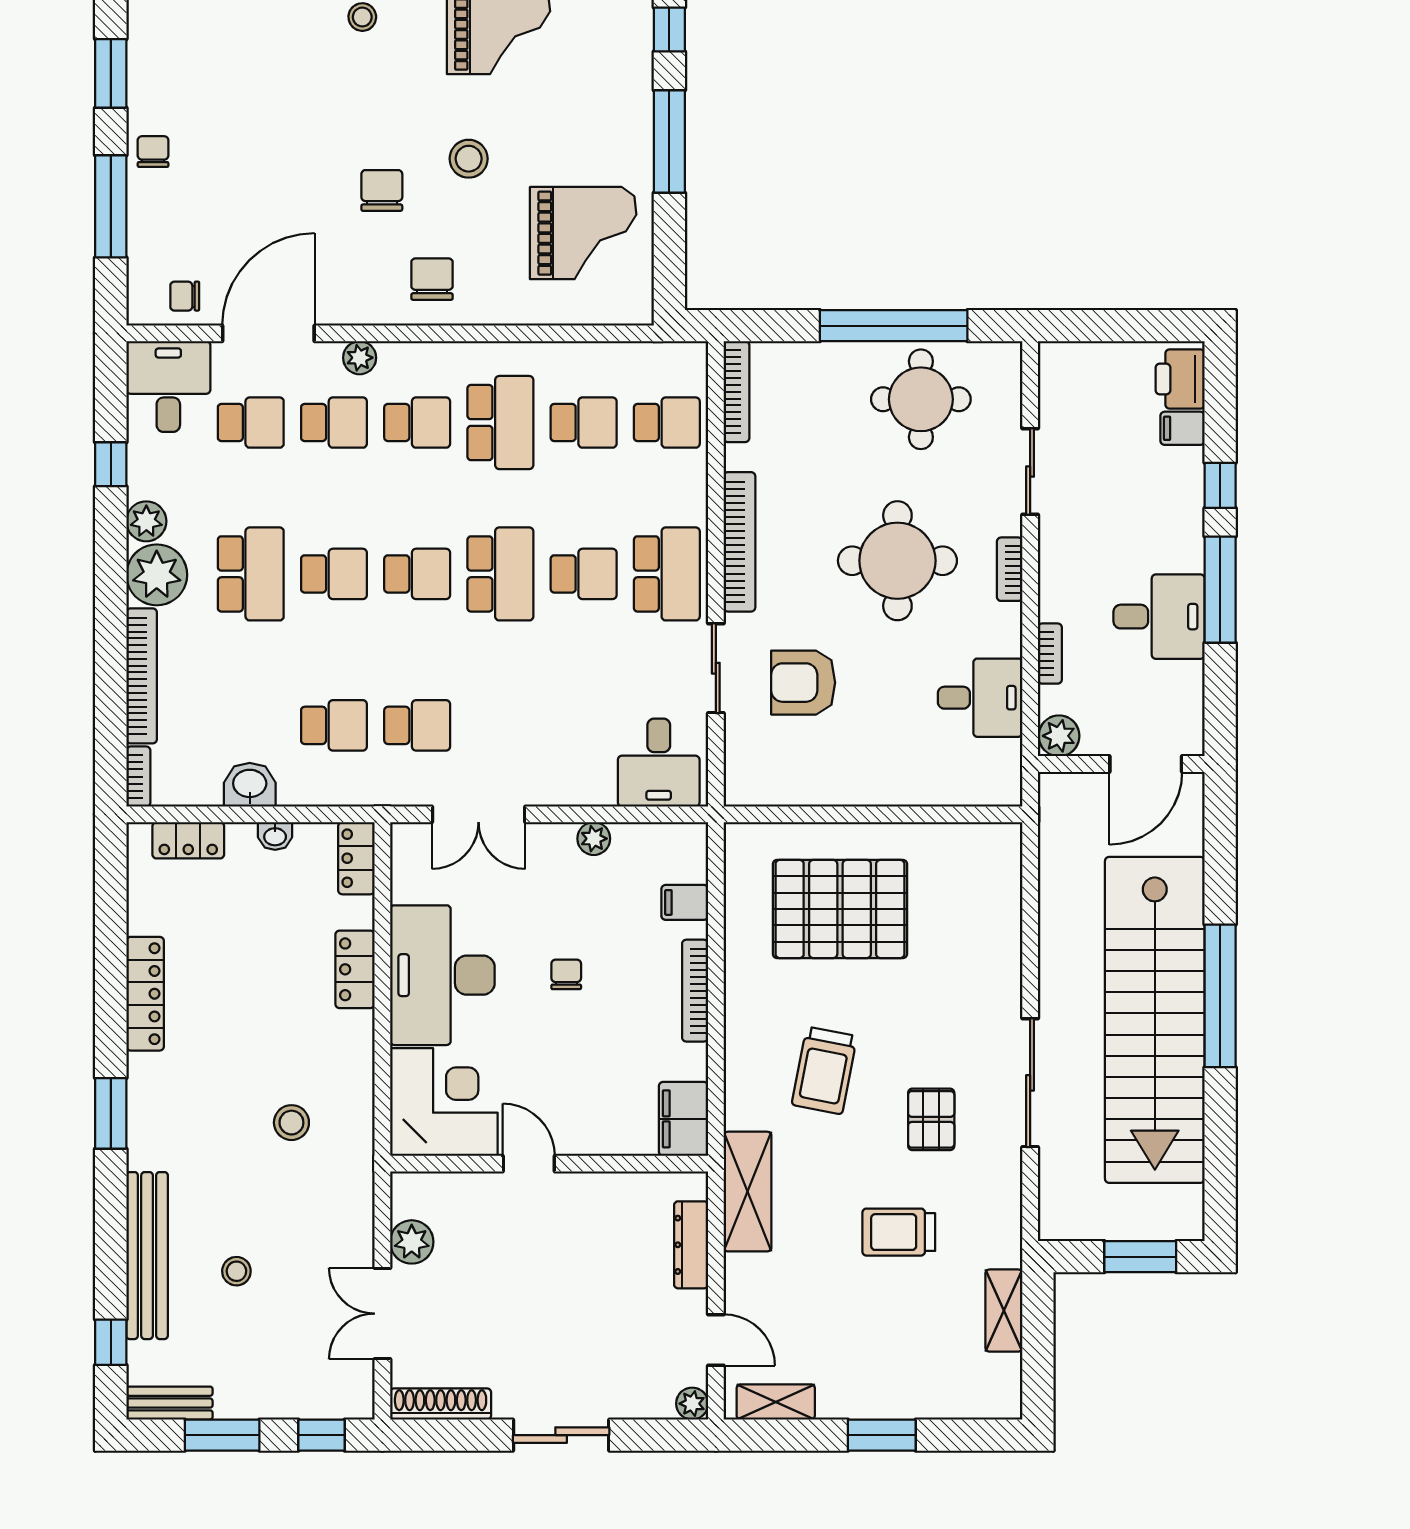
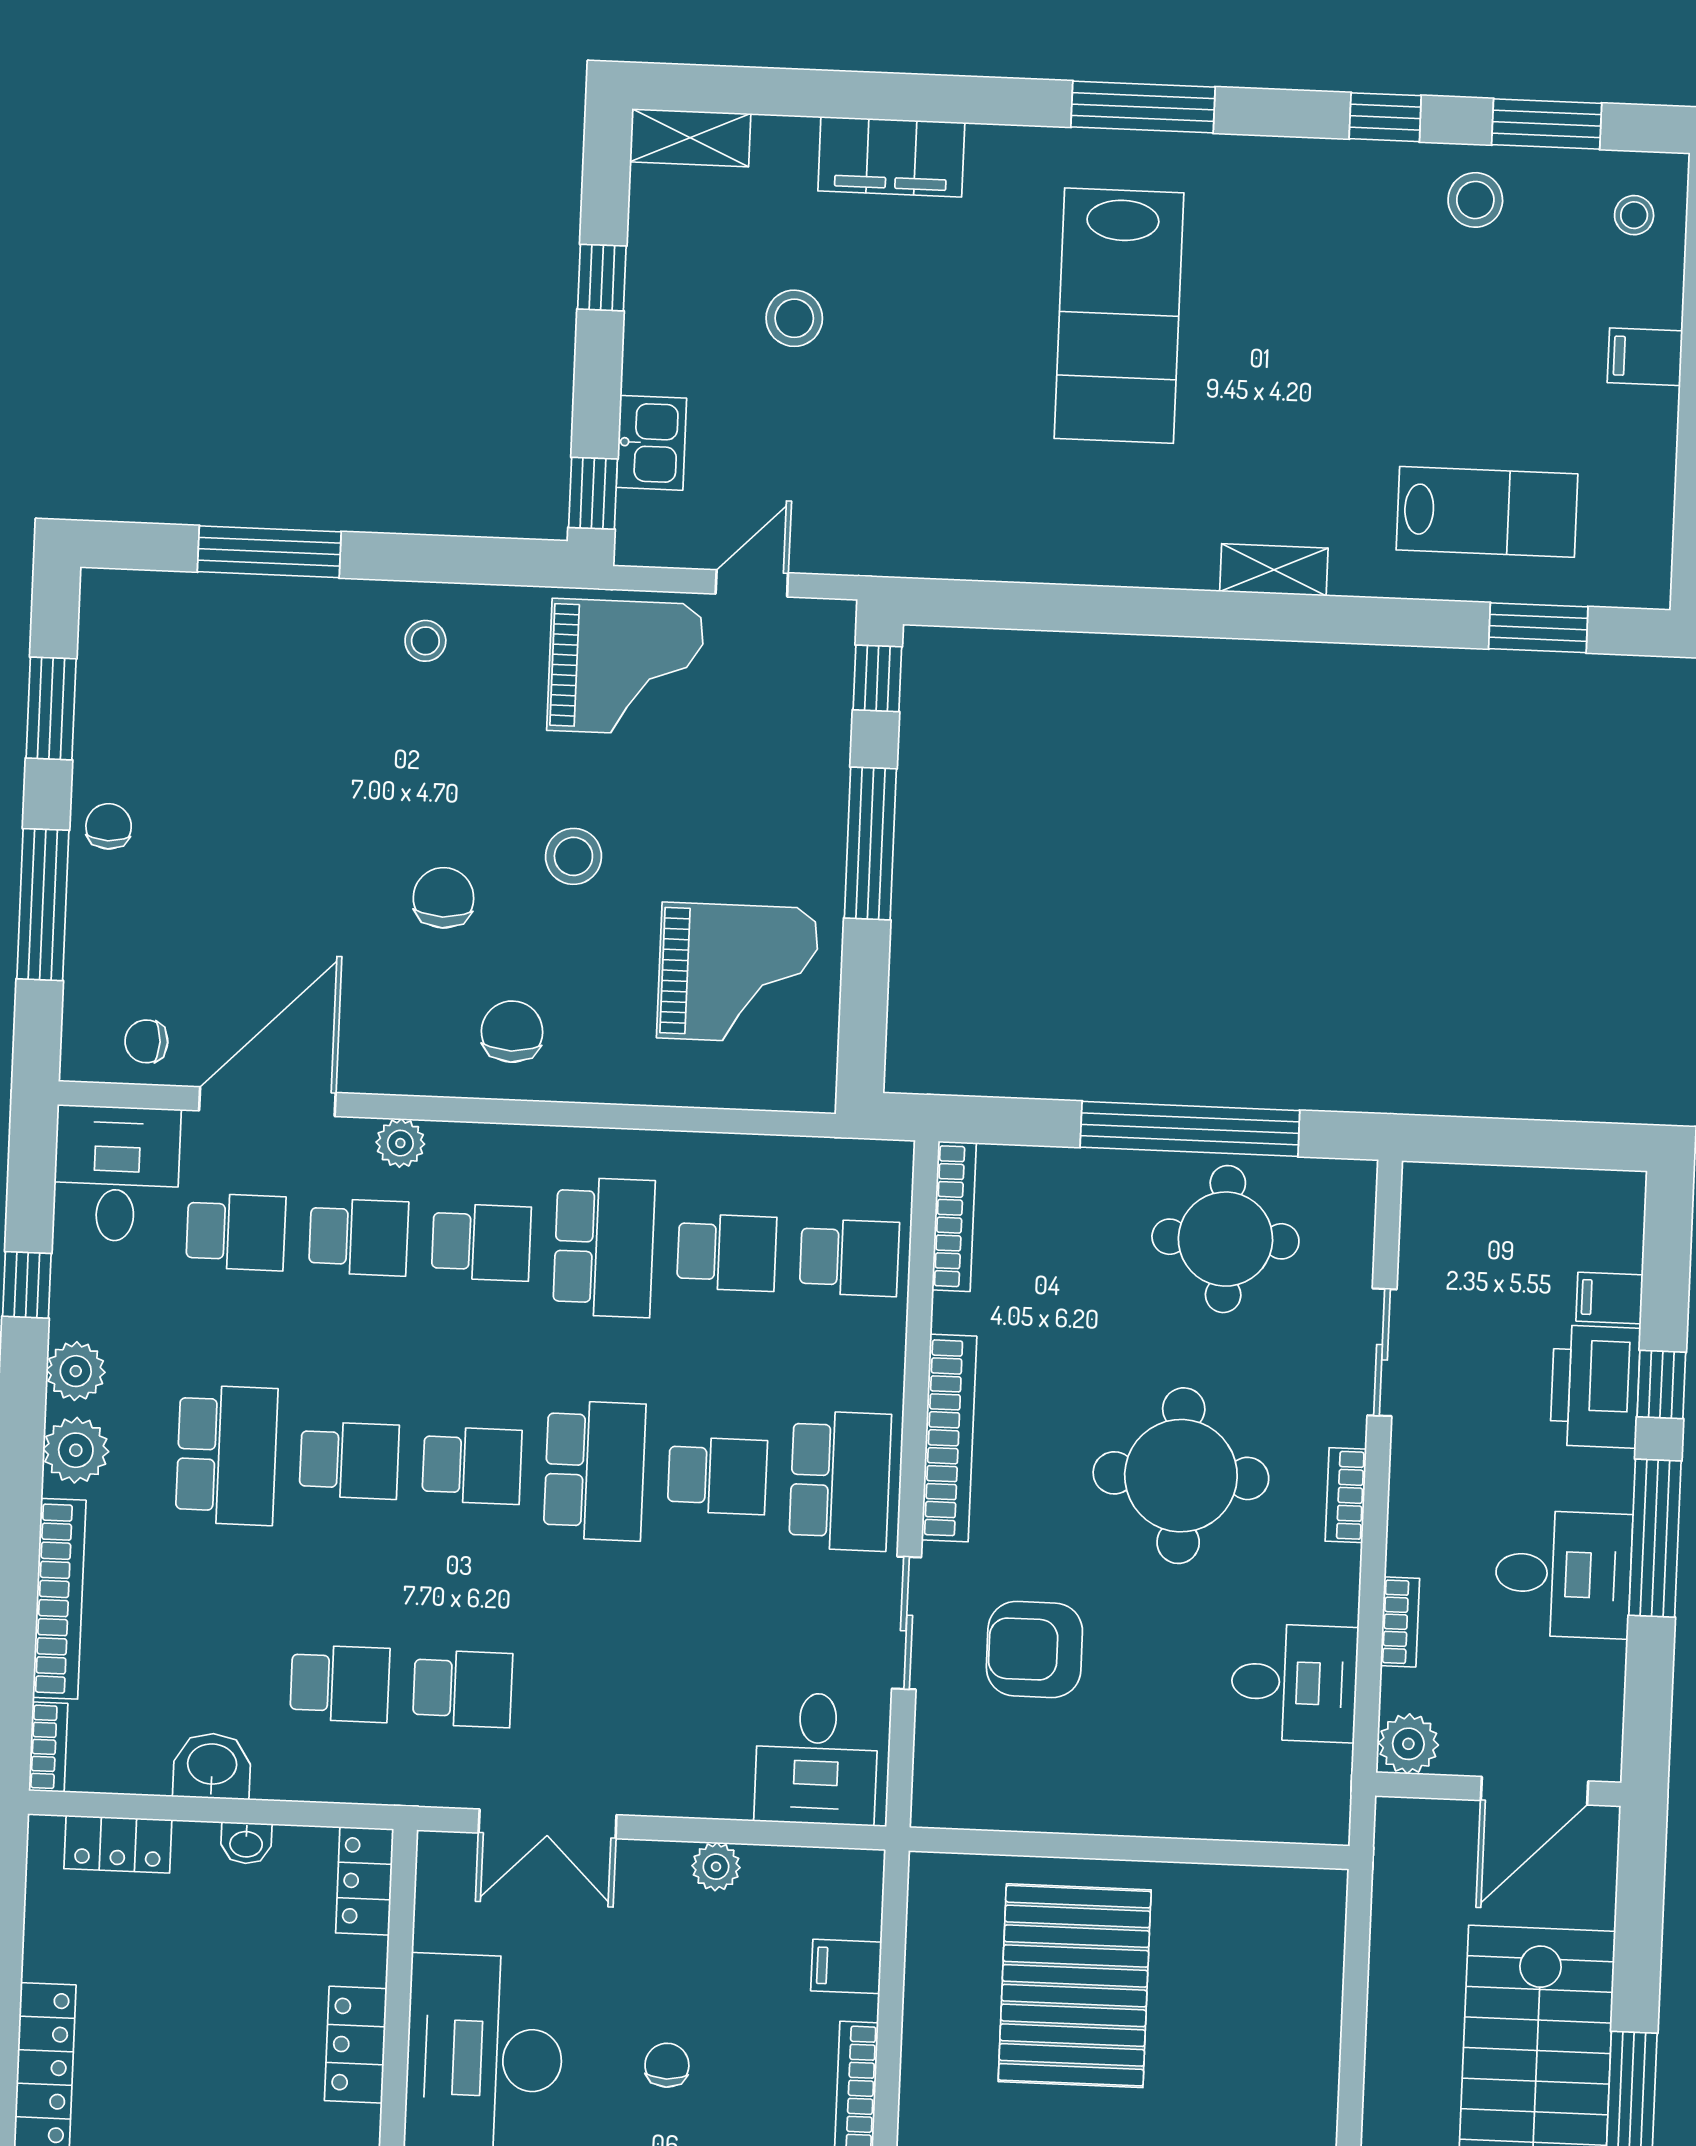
printer: (1180, 379) -> (1595, 1387), moved, width x1.37, depth x1.19
plant: (157, 575) -> (76, 1450), width x0.73, depth x0.73
pallet: (840, 909) -> (1075, 1986), turned 90

